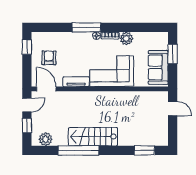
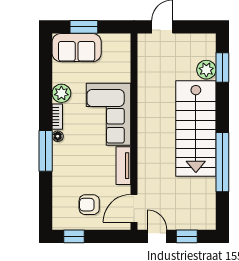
sofa: (158, 67) -> (77, 48), moved
stairs: (93, 137) -> (196, 128), width x1.36, depth x1.51
plant: (46, 139) -> (206, 70), moved

